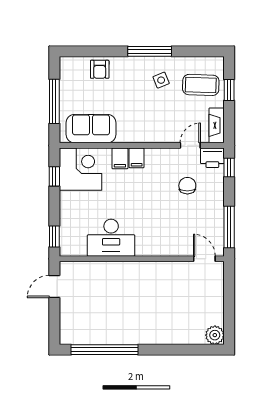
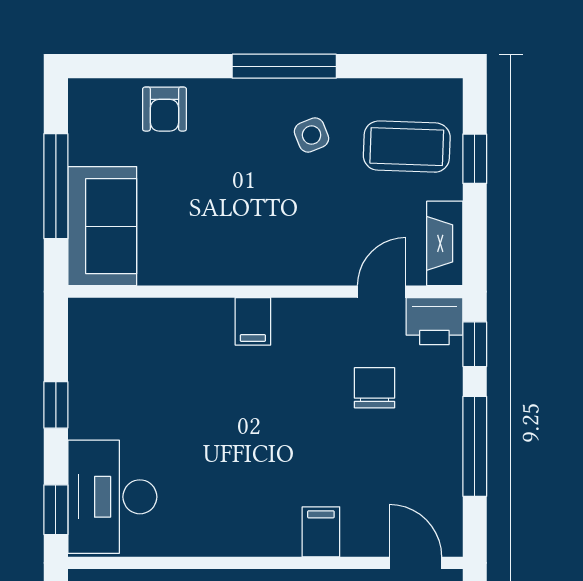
sofa: (91, 129) -> (102, 226), moved, turned 90
filing cabinet: (120, 158) -> (321, 532), moved, turned 180
corner desk: (80, 169) -> (118, 348), removed
window: (54, 176) -> (56, 405), moved
window: (229, 227) -> (475, 446), moved
desk: (111, 238) -> (112, 497), moved, turned 90

